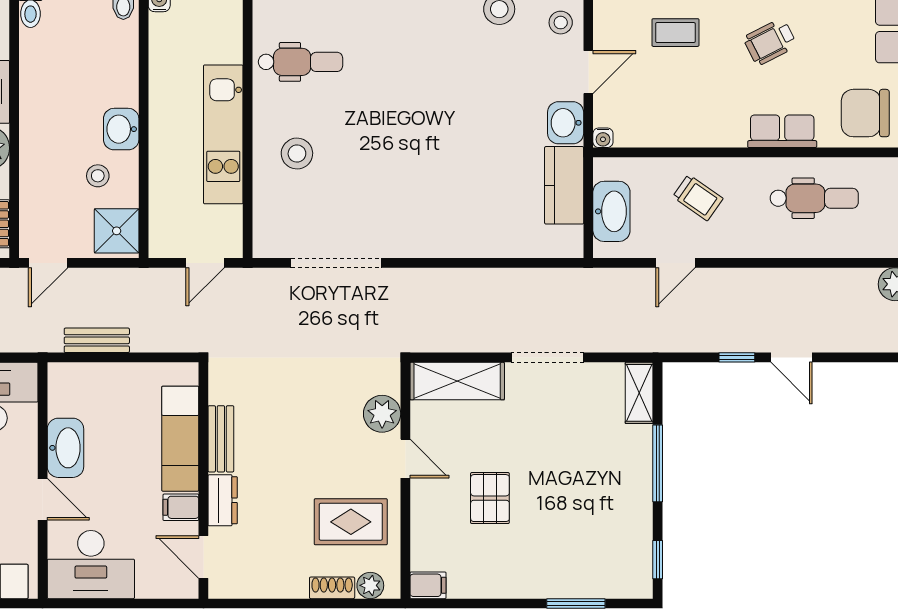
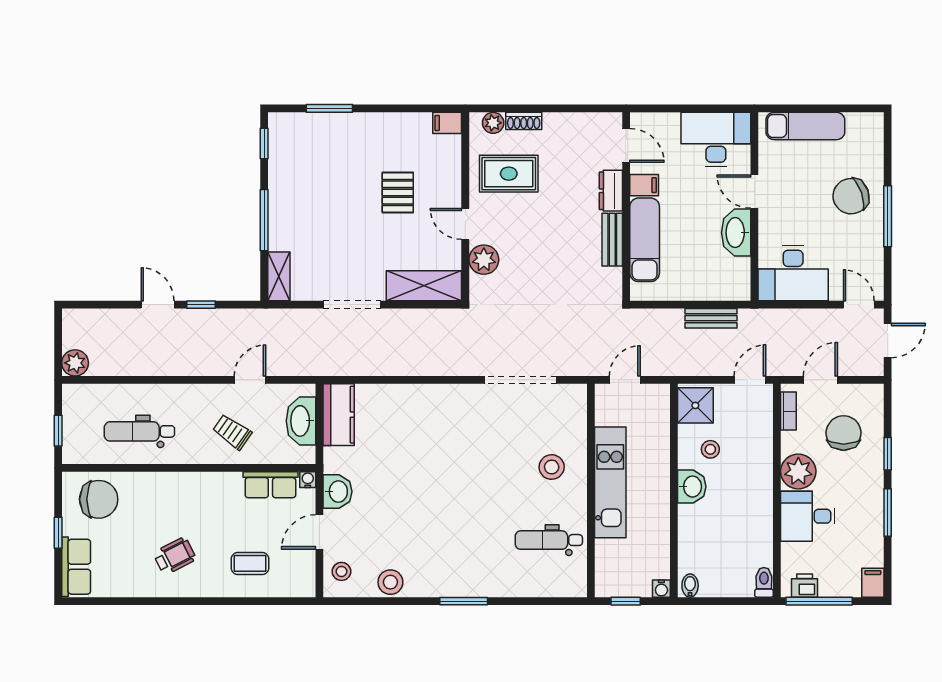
row of seats: (782, 131) -> (270, 485), moved
kitchen counter: (564, 185) -> (339, 415), moved

